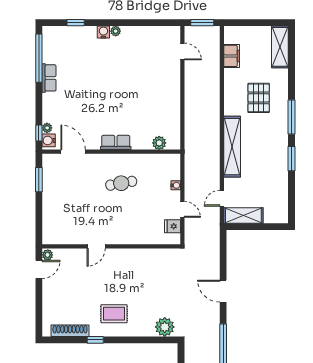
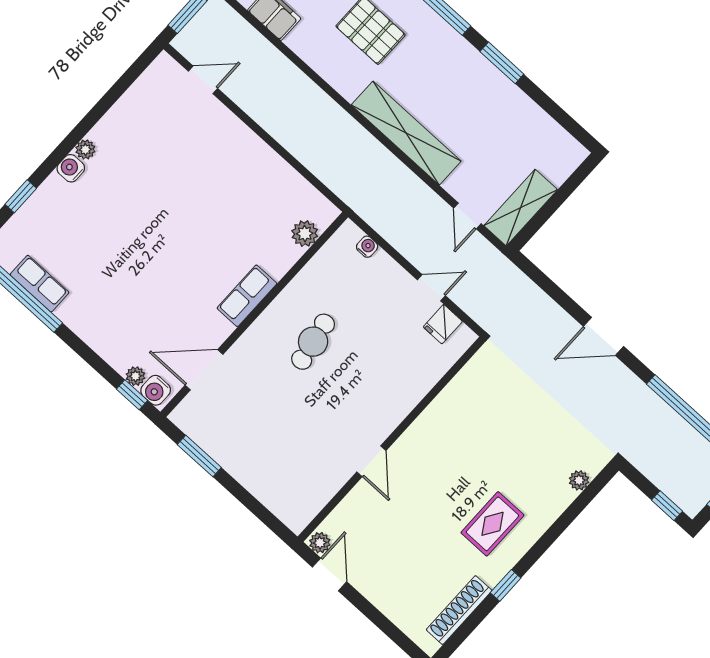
row of seats: (49, 78) -> (39, 284), moved
water cooler: (176, 185) -> (367, 247), moved
plant: (165, 327) -> (579, 480), width x0.53, depth x0.53

